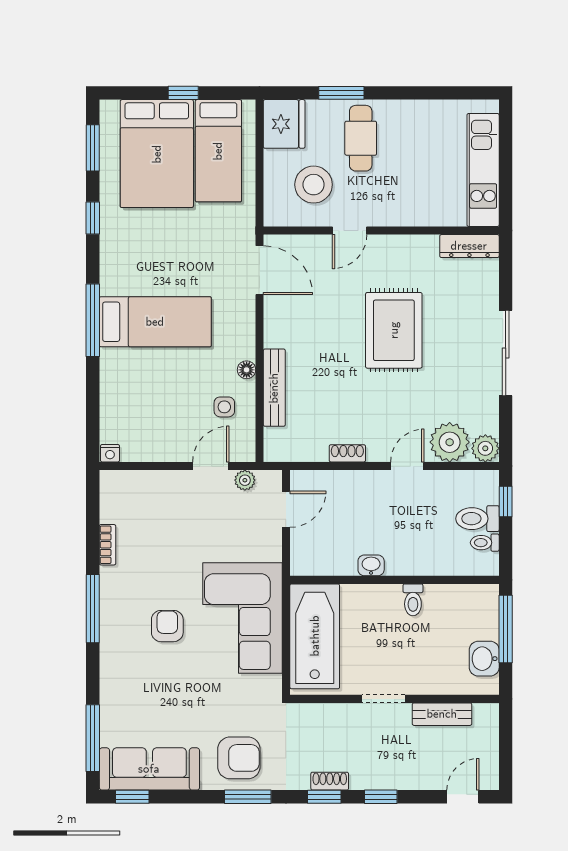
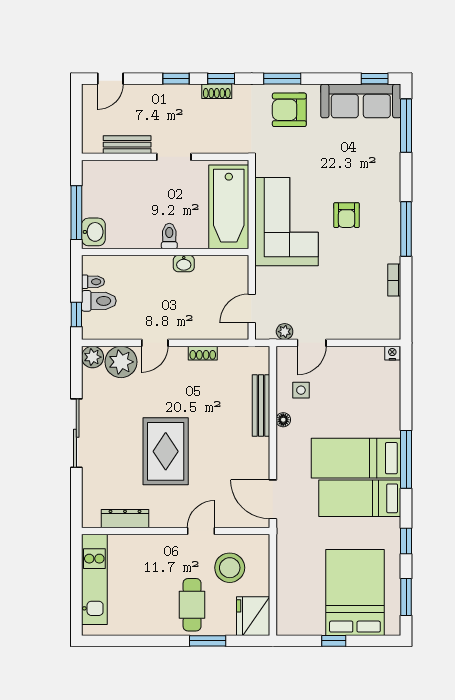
bed: (218, 151) -> (360, 498), moved, turned -90
dresser: (469, 246) -> (125, 519), moved
toilet: (413, 600) -> (169, 236), moved
washbasin: (484, 659) -> (93, 232), moved

